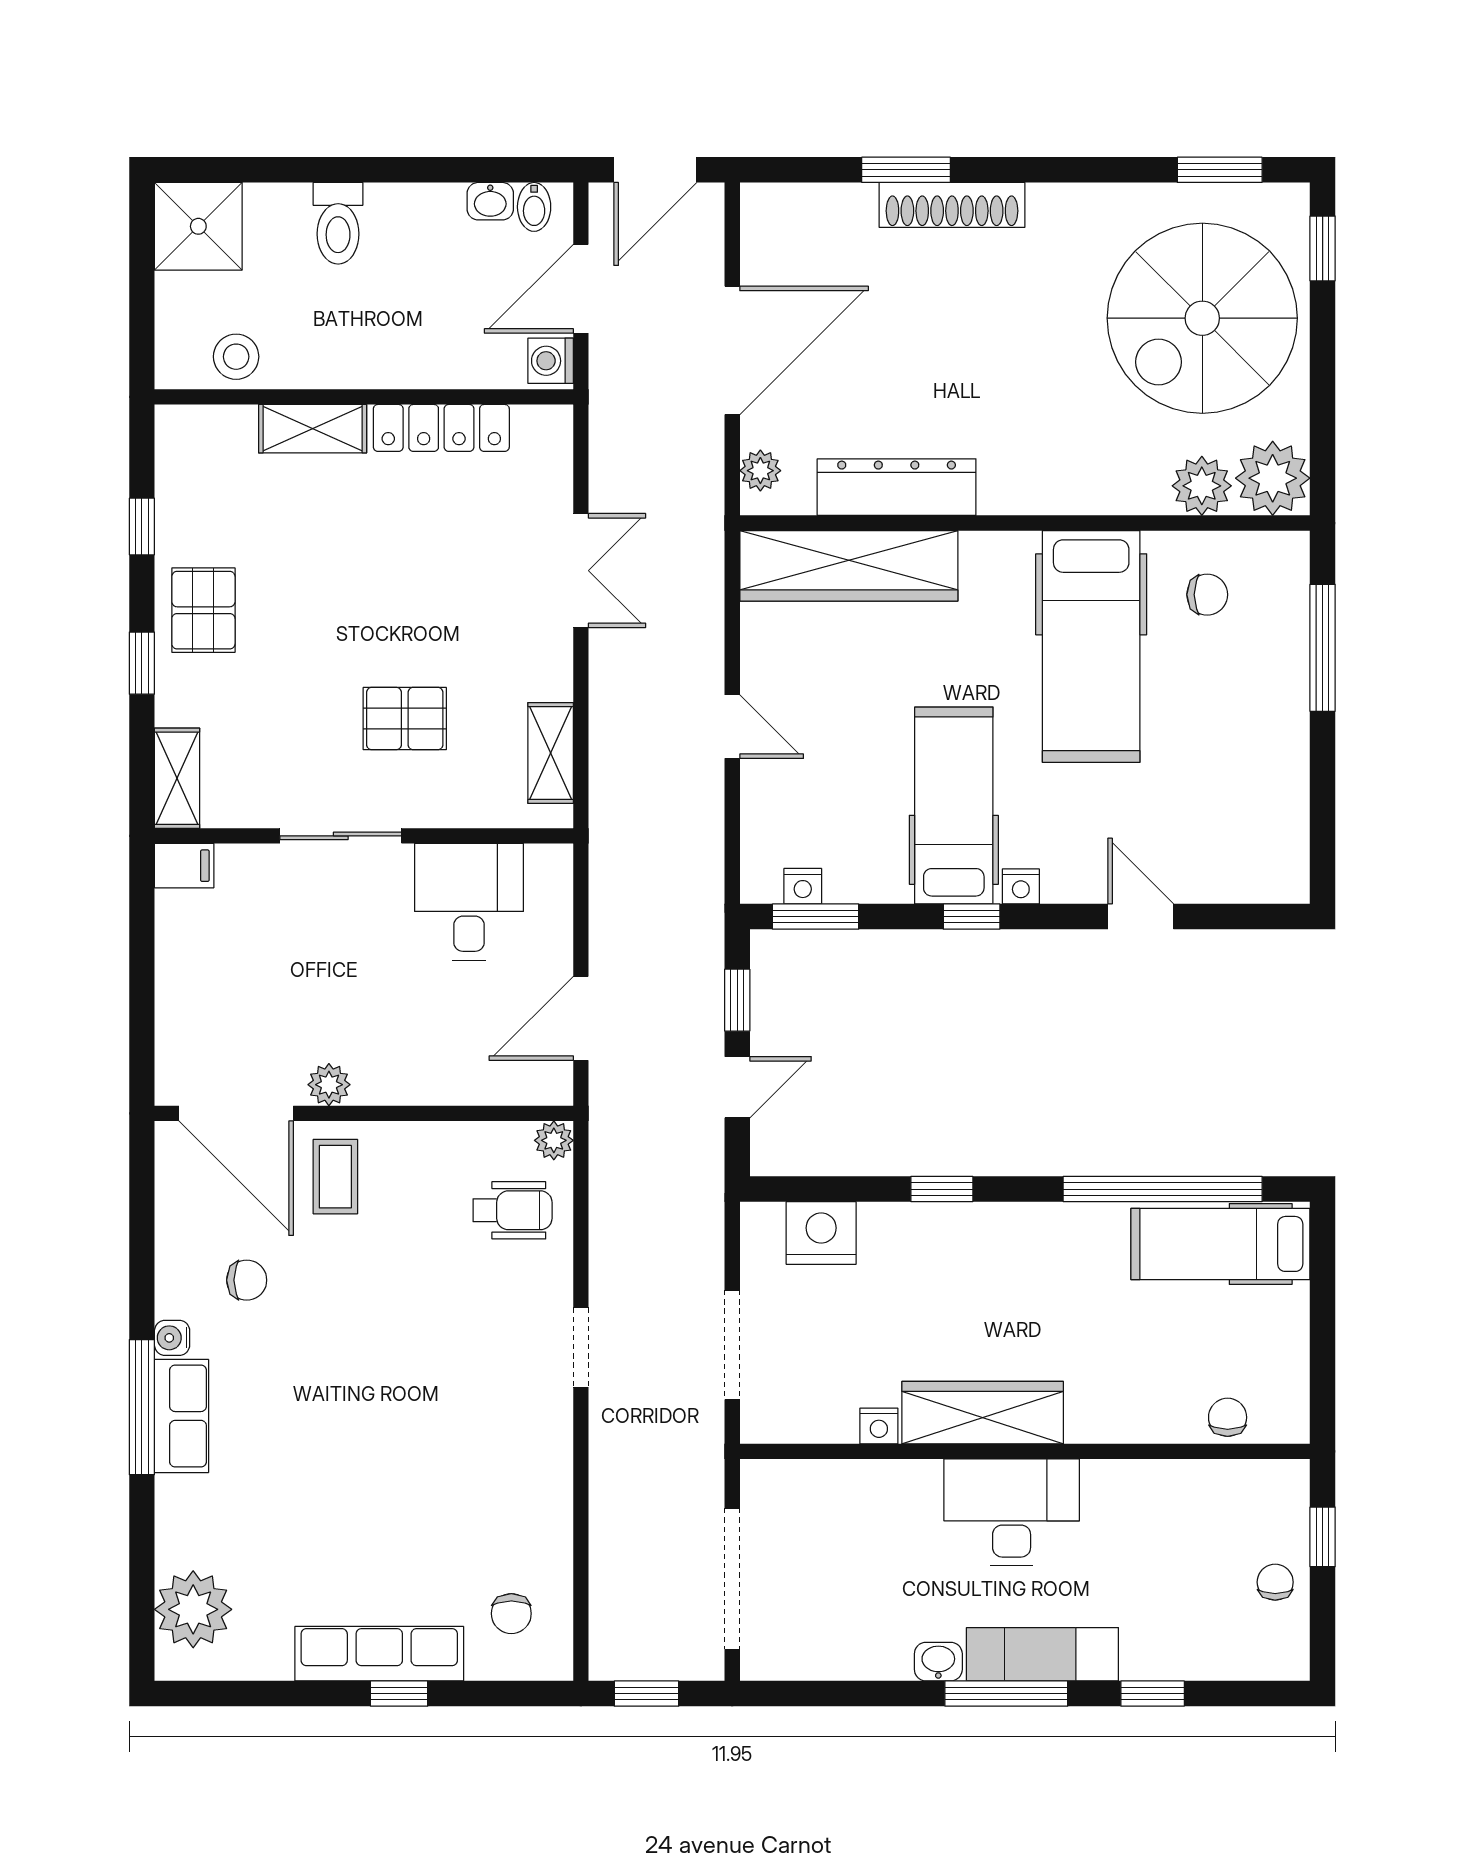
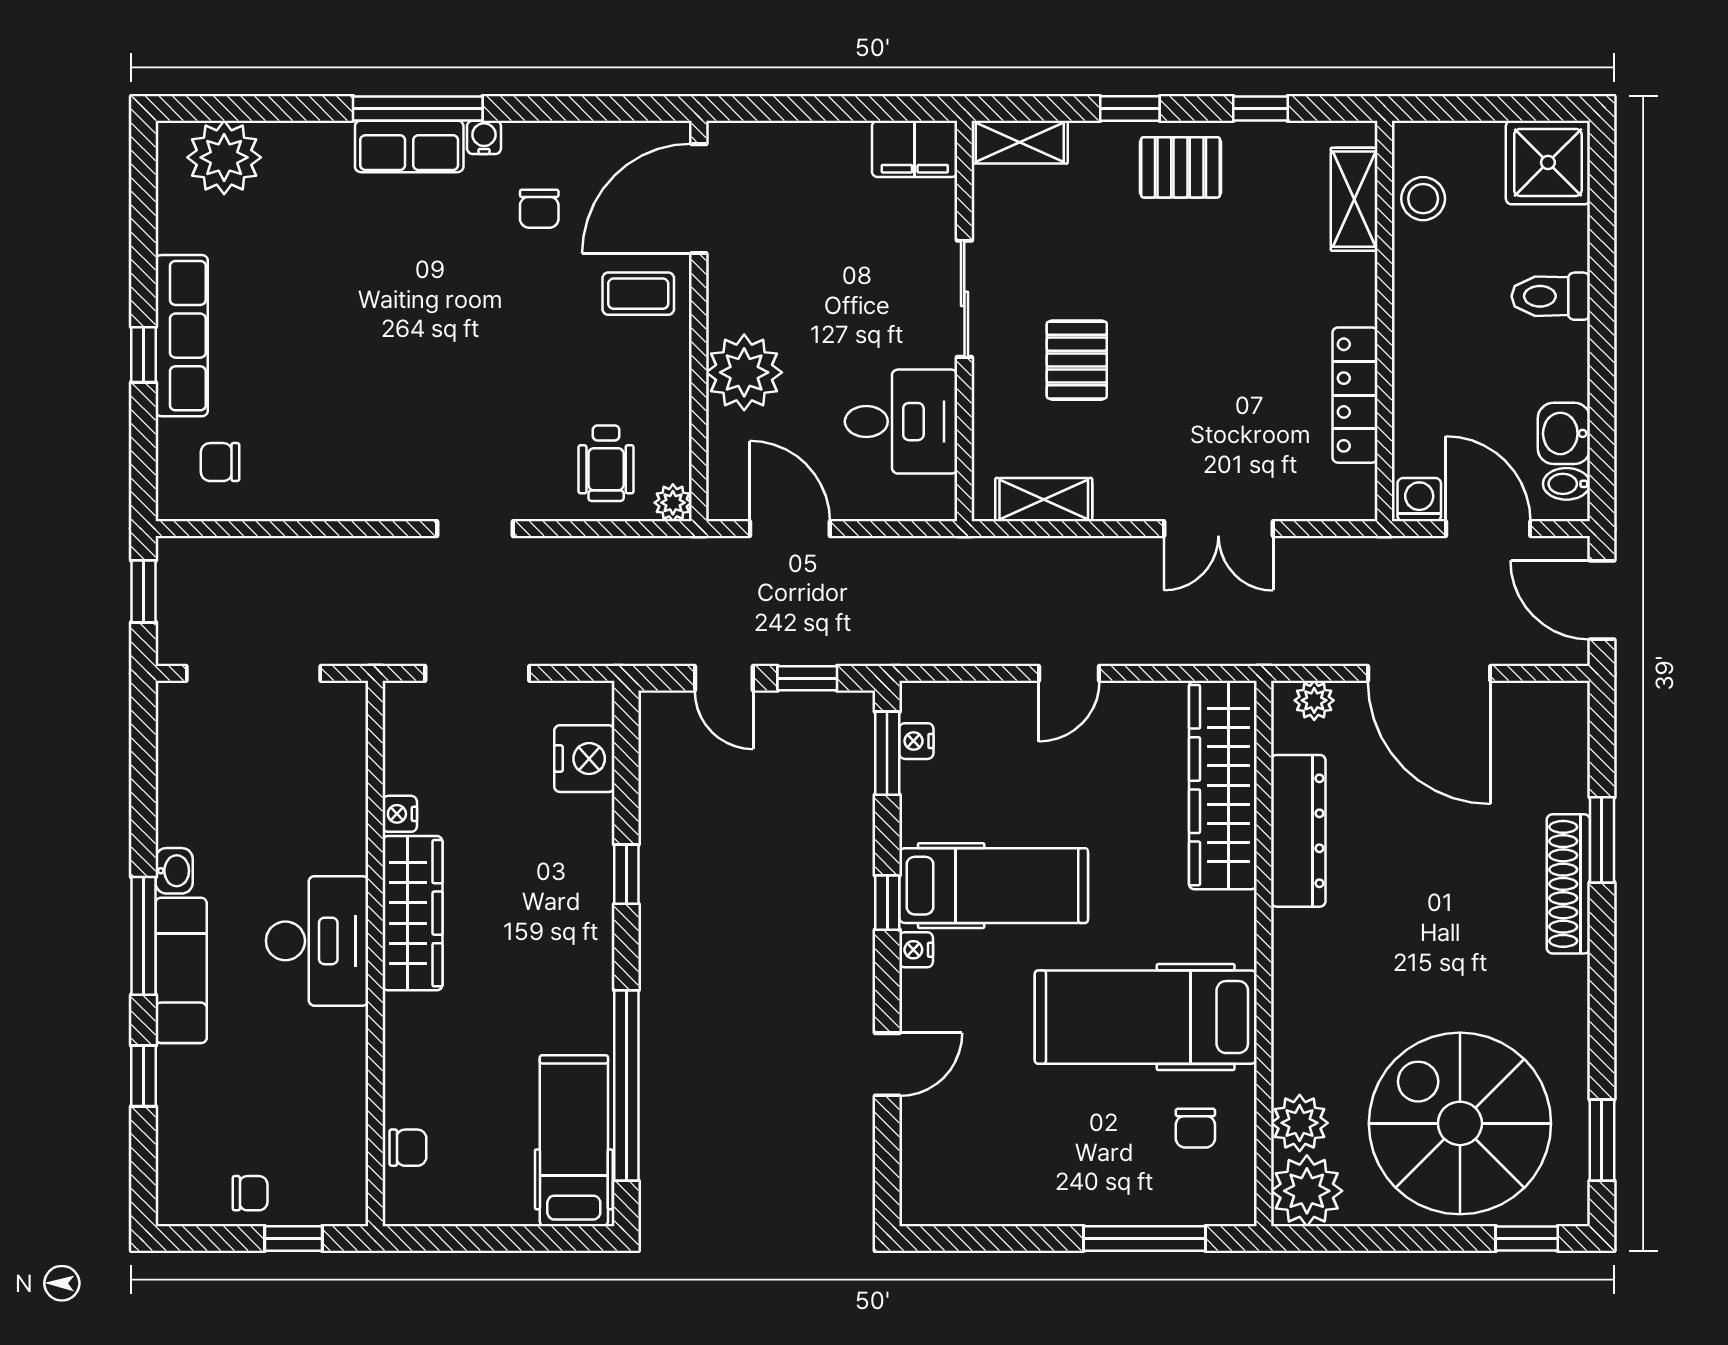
washbasin: (490, 201) -> (1564, 433), width x1.38, depth x1.45
shelving: (313, 429) -> (1354, 199), moved
filing cabinet: (184, 866) -> (915, 149), width x2.00
plant: (329, 1085) -> (744, 372), moved, width x1.87, depth x1.87

